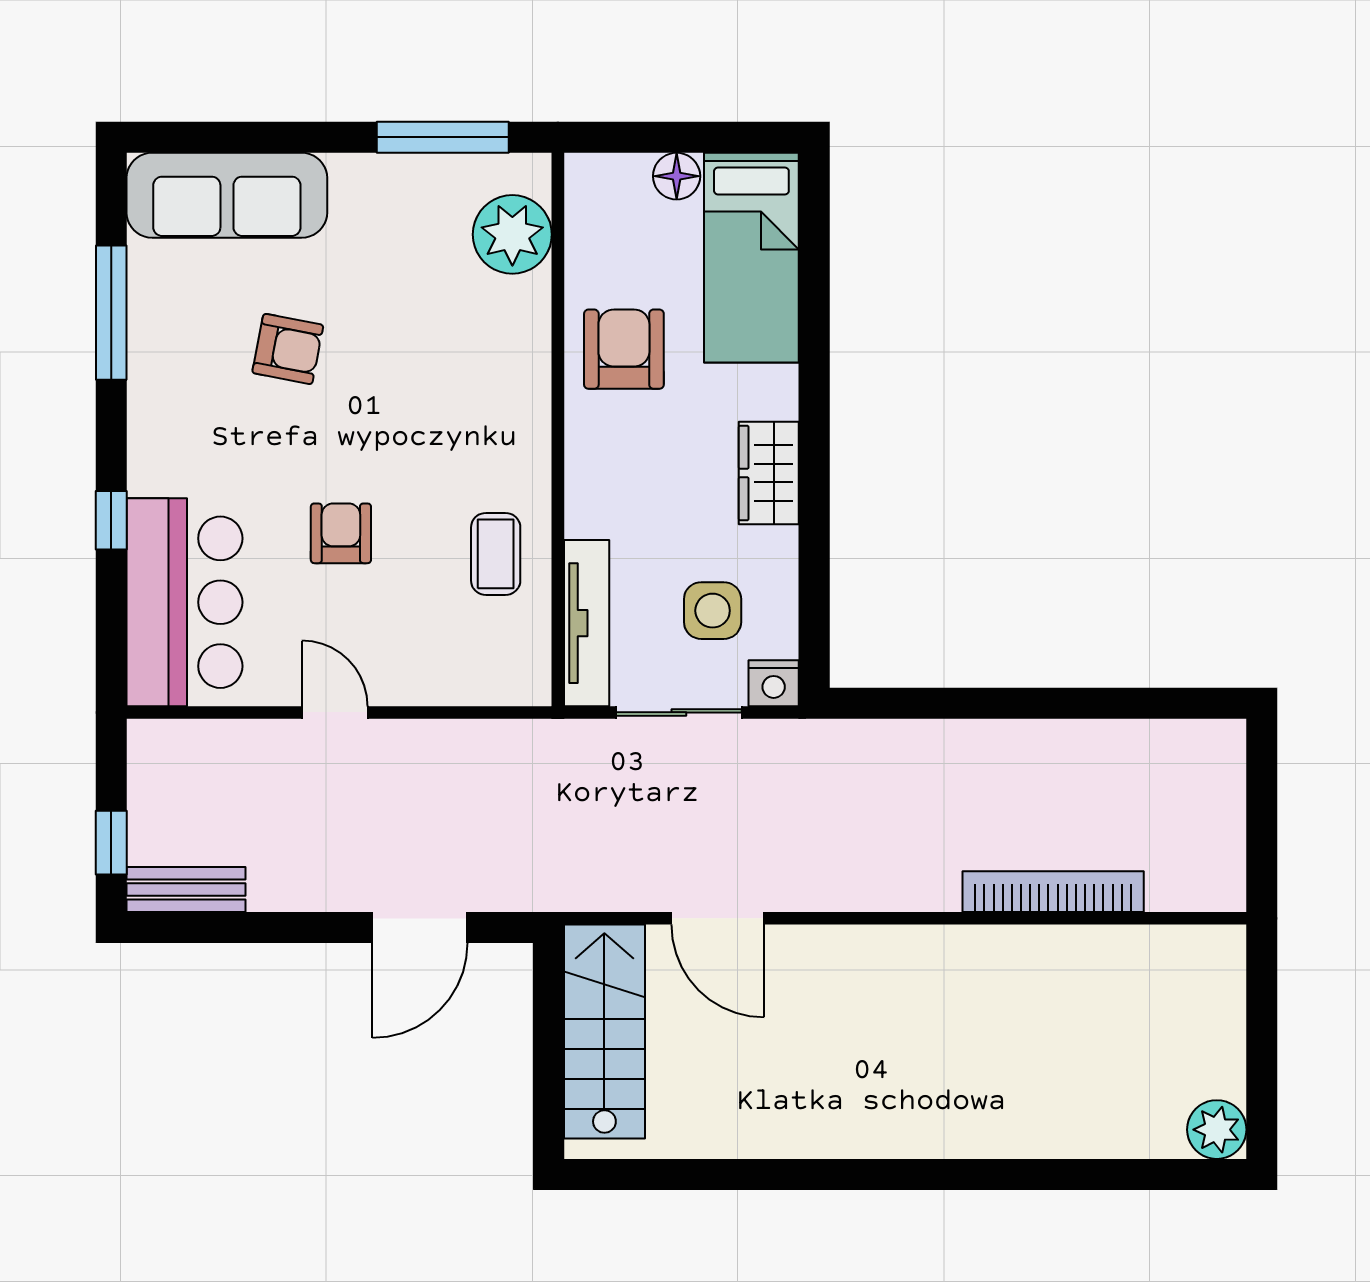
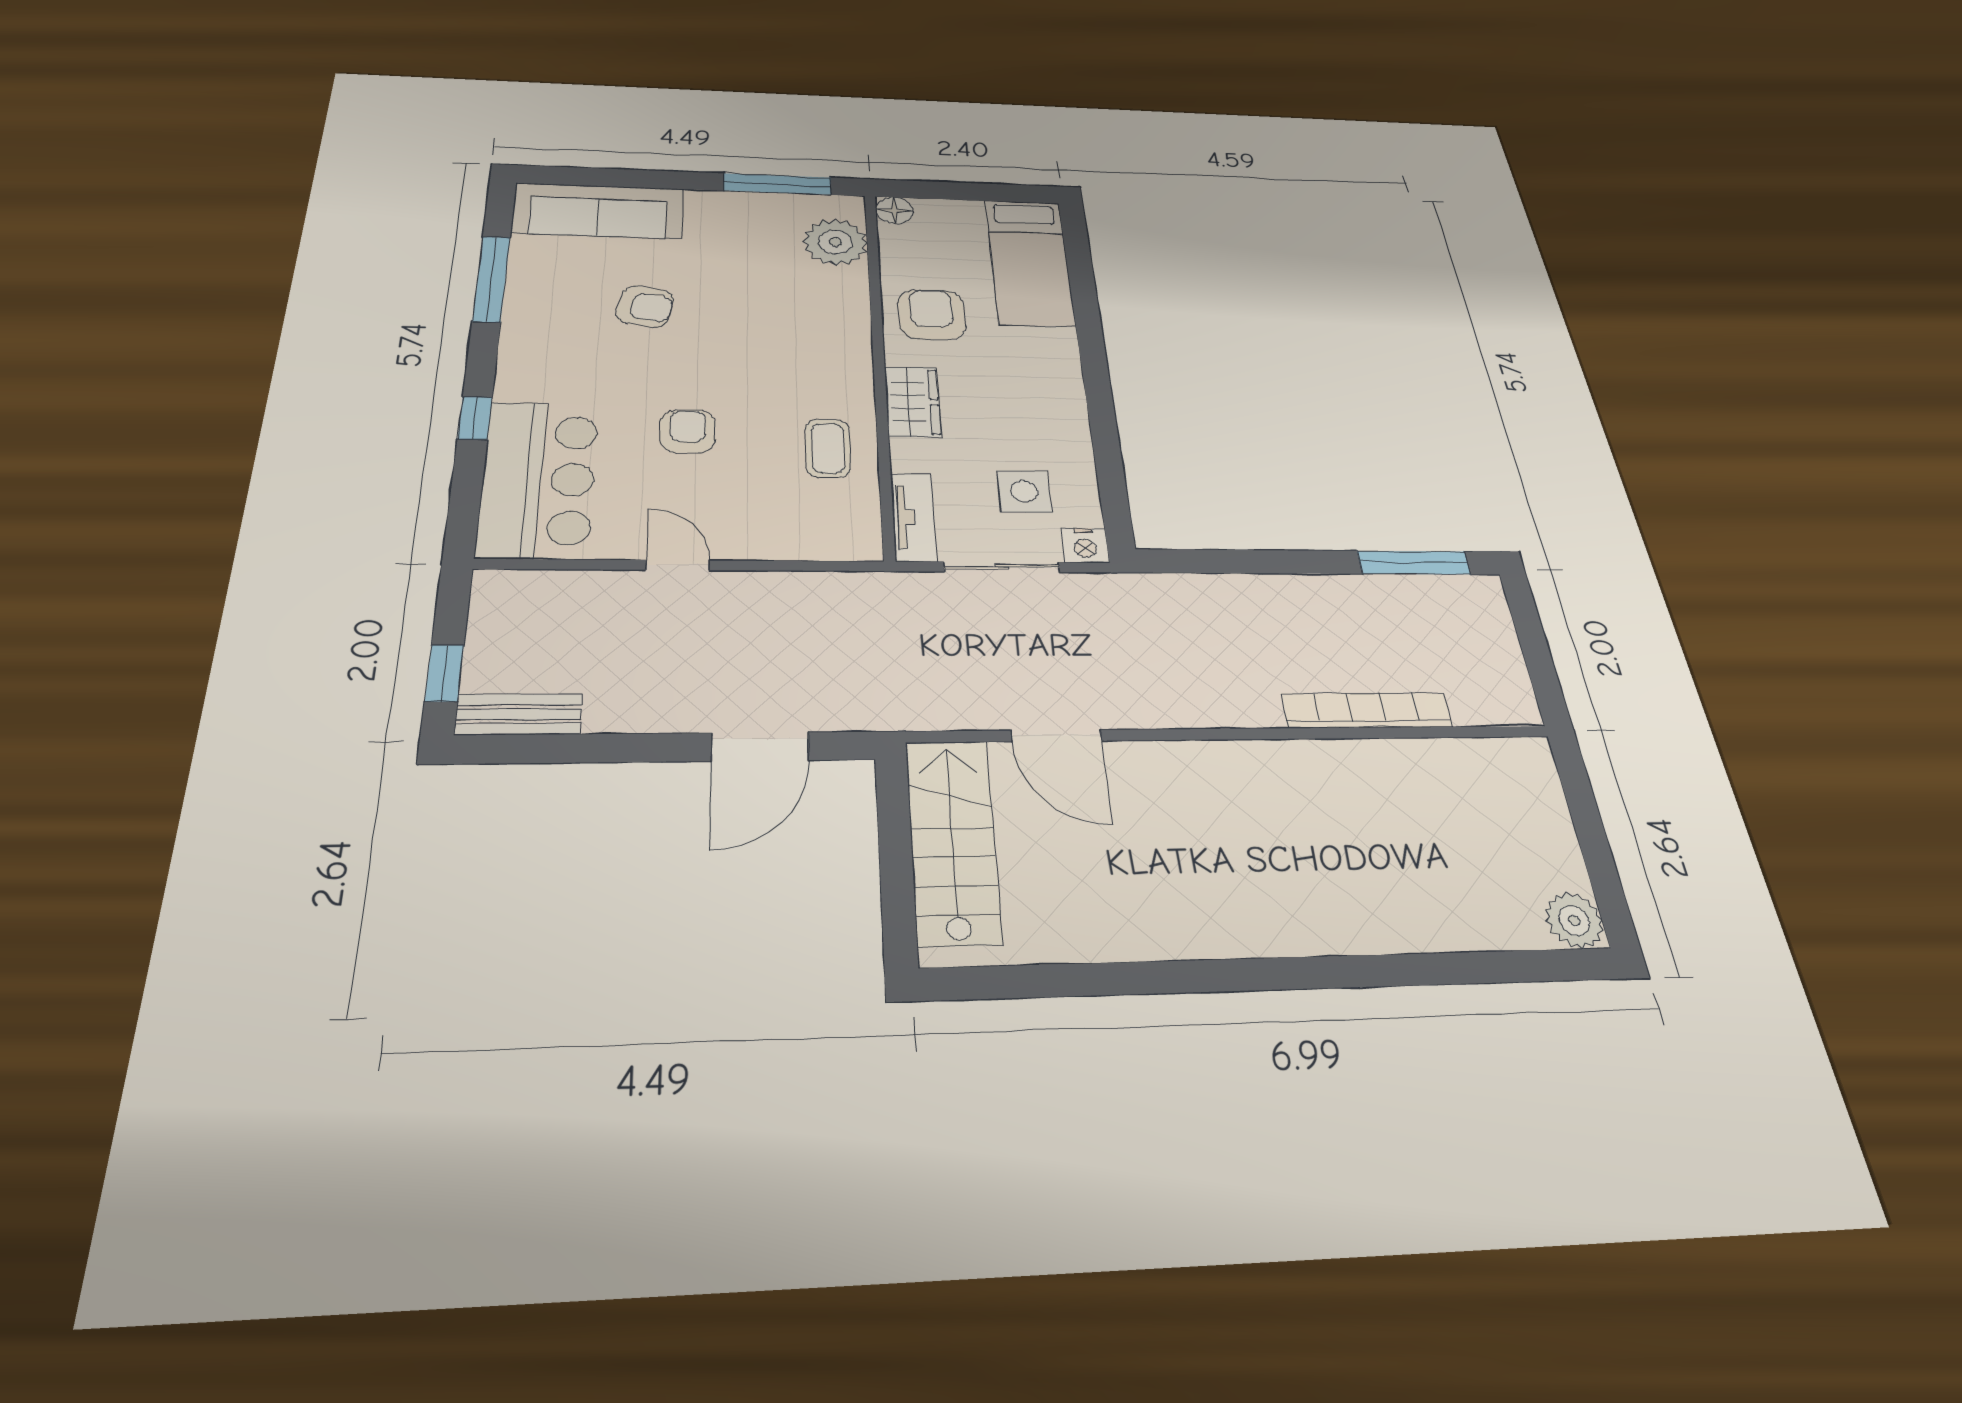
floor lamp: (677, 176) -> (894, 210), moved
wardrobe: (769, 473) -> (912, 402), moved, turned 180
tv unit: (587, 623) -> (913, 517), width x0.71
window: (1148, 703) -> (1414, 563), added

